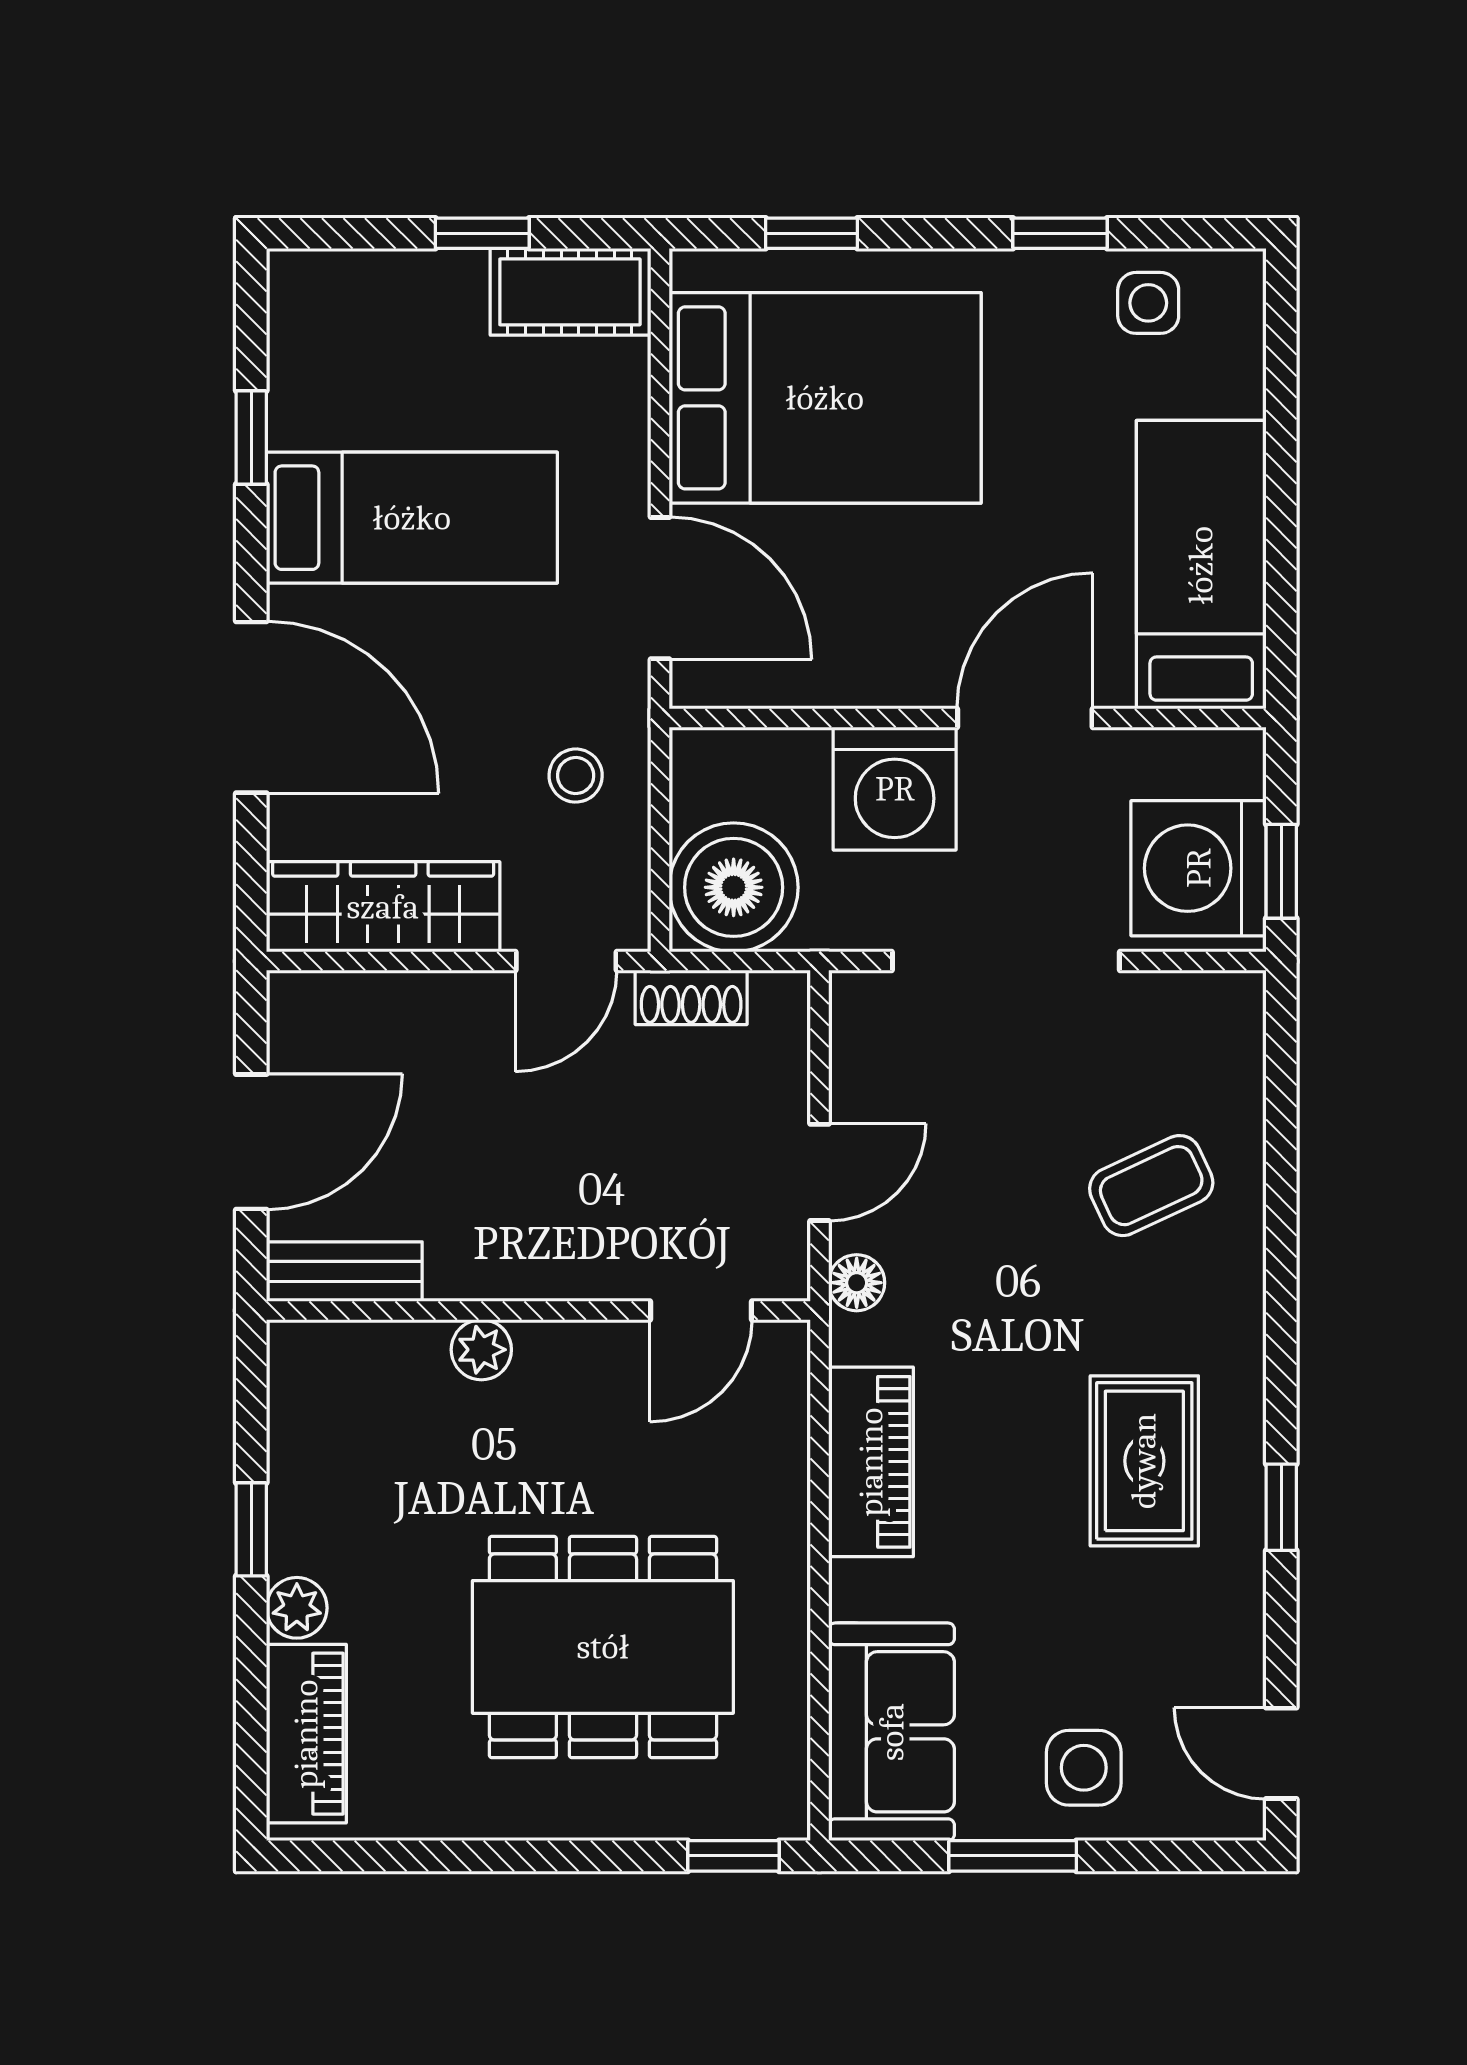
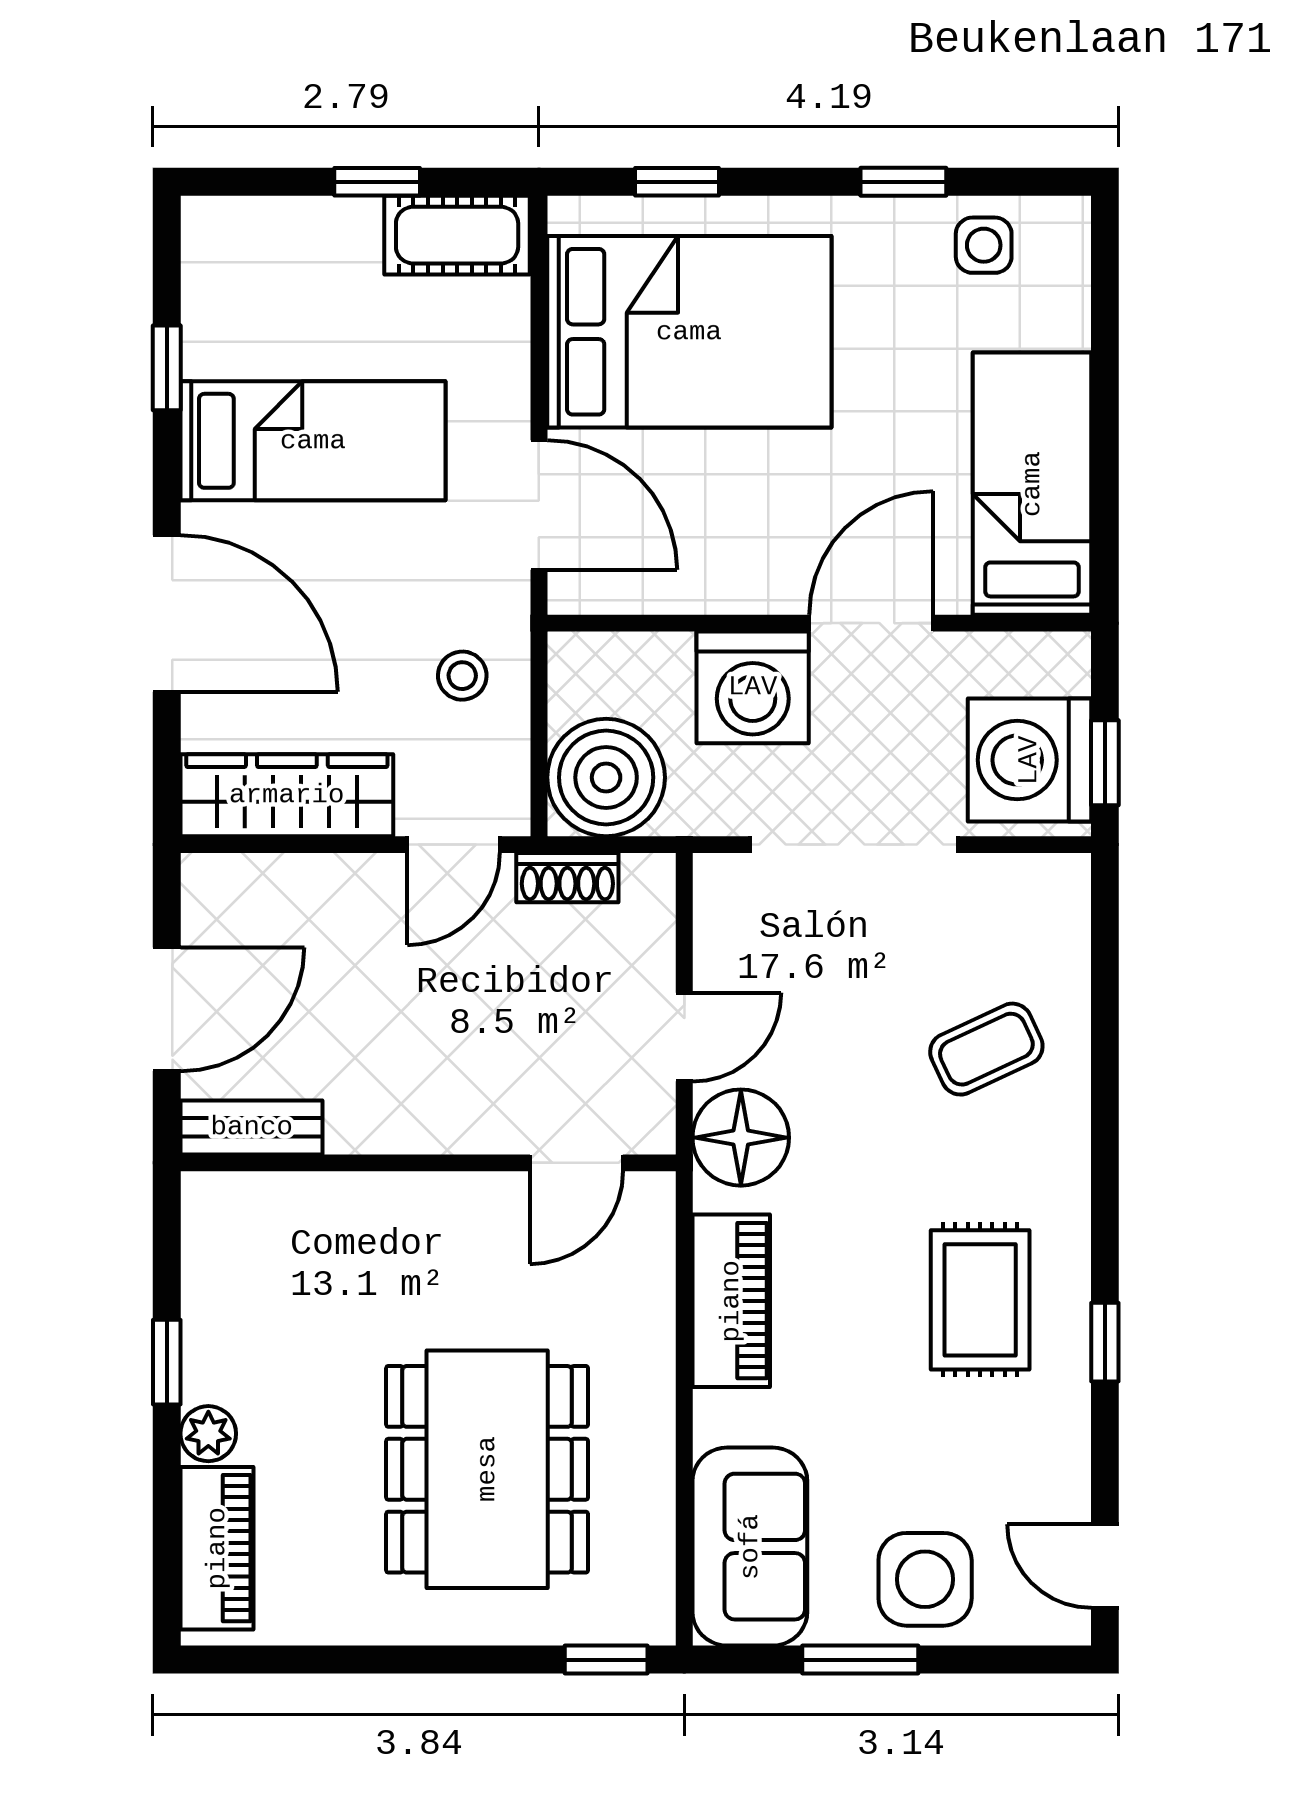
floor lamp: (857, 1283) -> (741, 1138), width x1.89, depth x1.89
plant: (481, 1350) -> (376, 1199), removed
dining table: (603, 1647) -> (487, 1469), turned 90
side table: (1084, 1768) -> (925, 1579), width x1.37, depth x1.37

